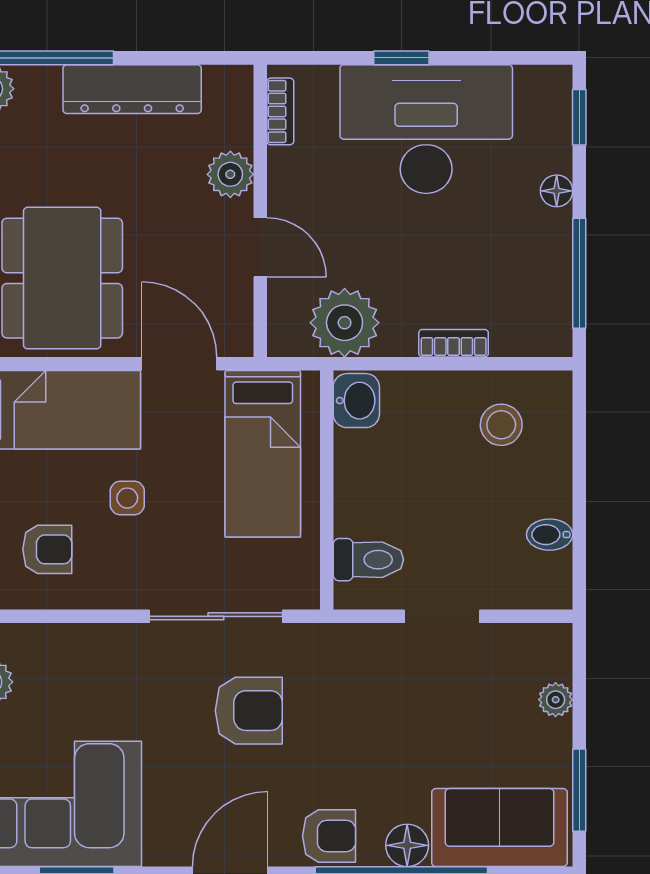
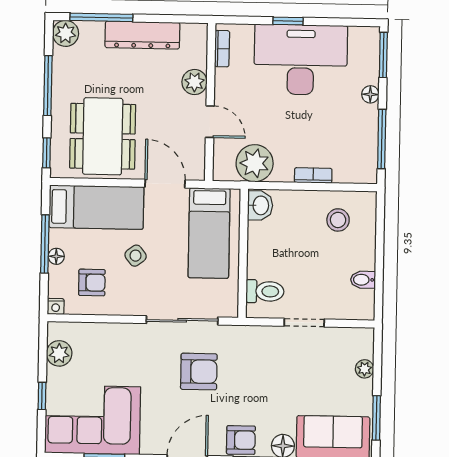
window: (579, 117) -> (383, 55), width x1.50
side table: (127, 498) -> (136, 256), turned -37

